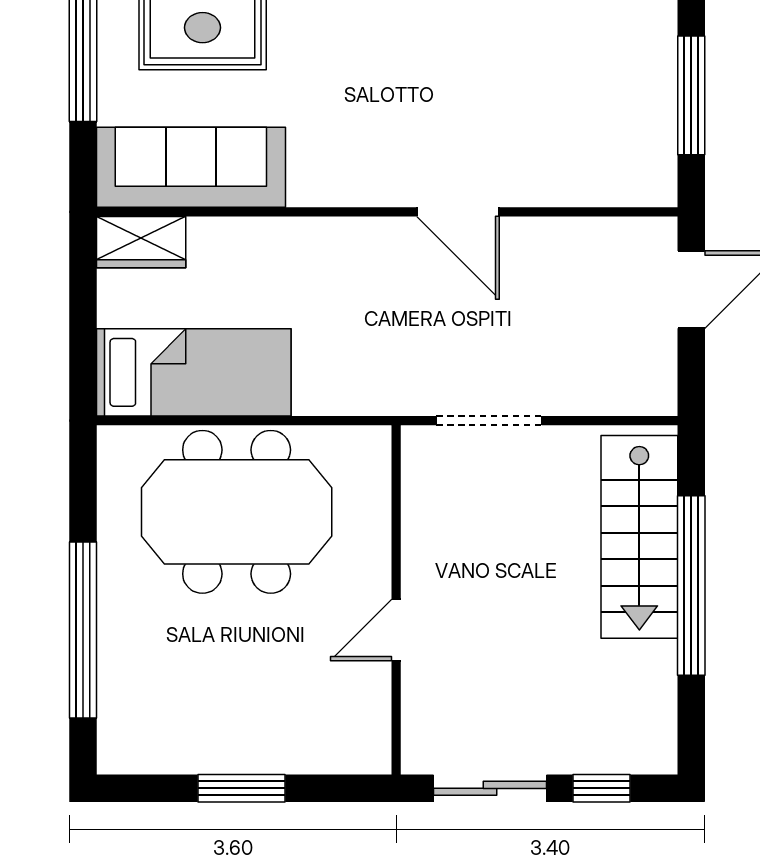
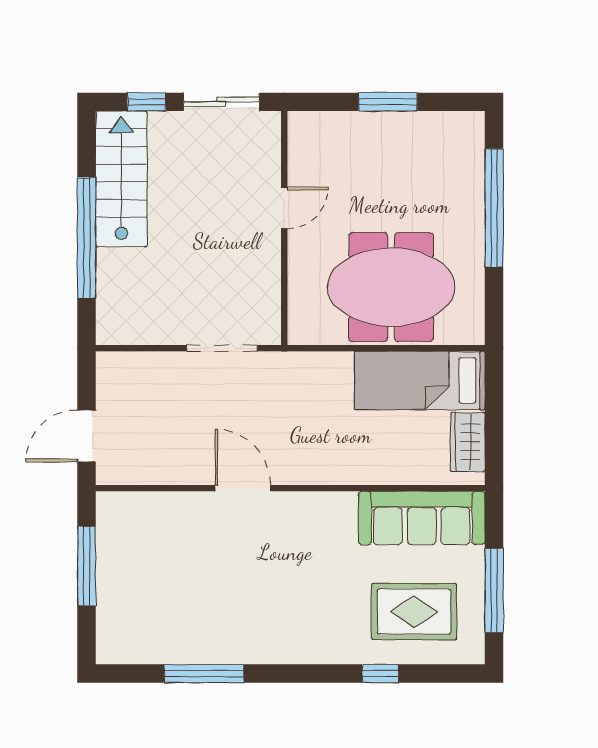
wardrobe: (141, 242) -> (468, 442), moved, turned -90
stairs: (639, 537) -> (121, 179), moved

